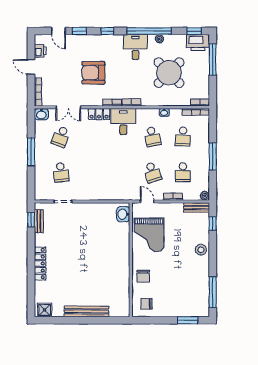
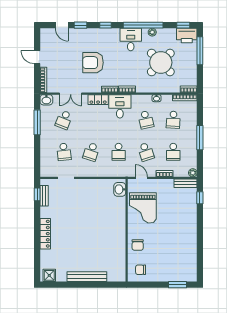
printer: (40, 51) -> (45, 43), removed
window: (31, 152) -> (37, 122), moved
school desk: (91, 172) -> (91, 152), added
school desk: (122, 172) -> (119, 152), added
stool: (201, 250) -> (189, 221), removed
window: (213, 292) -> (200, 259), removed

